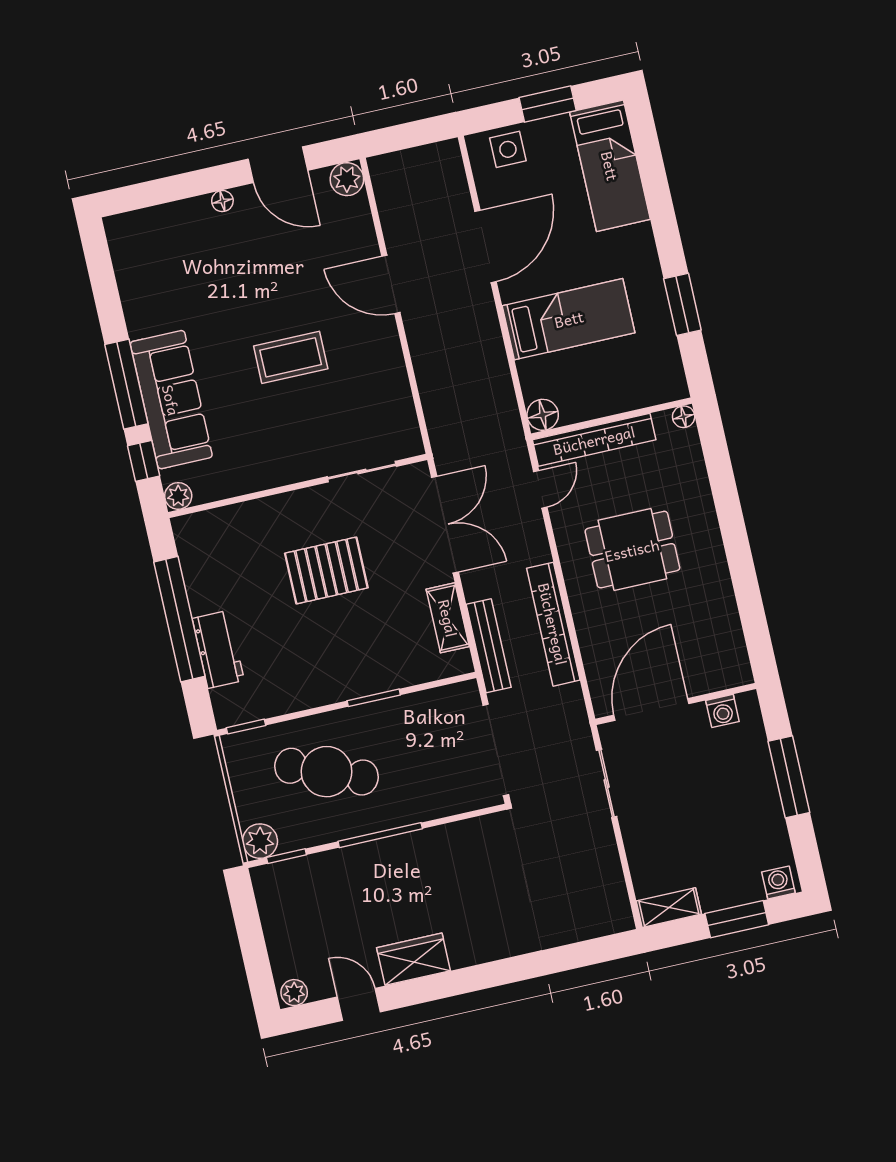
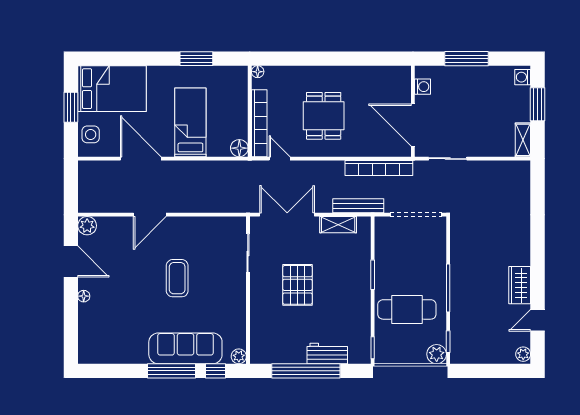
door: (278, 165) -> (71, 261), hinge flipped
bed: (610, 166) -> (112, 89), width x1.50
bookcase: (553, 624) -> (379, 168), moved
cafe table: (326, 772) -> (407, 309), turned 68

